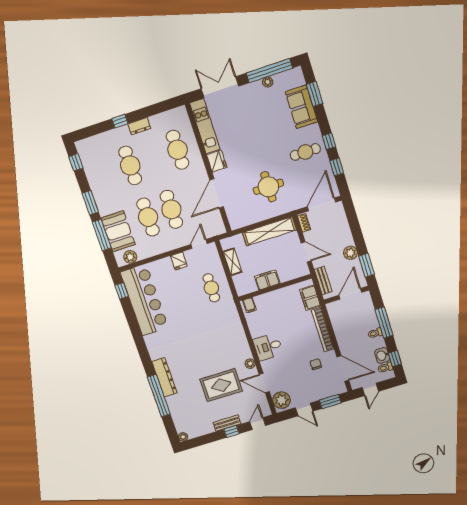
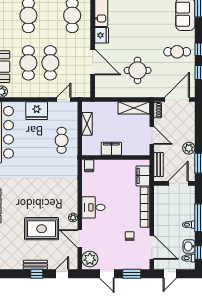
door: (217, 193) -> (93, 62), swing flipped
shelving: (269, 231) -> (134, 108), width x0.68
fridge: (179, 261) -> (37, 111), width x1.88, depth x1.34

